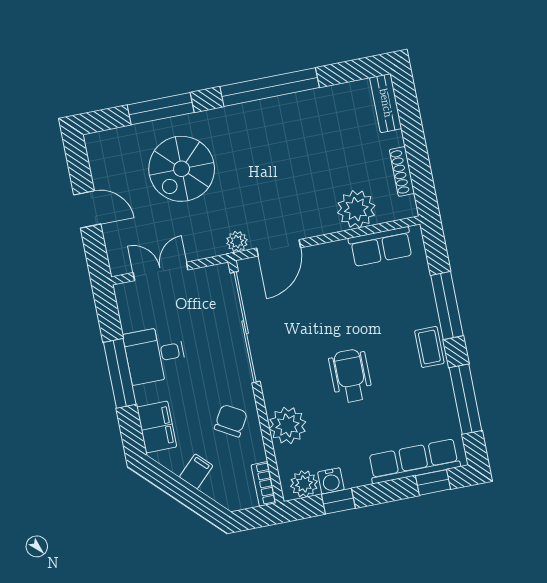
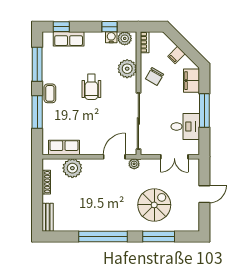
door: (87, 209) -> (204, 194), swing flipped
desk: (155, 355) -> (185, 127), moved
row of seats: (414, 461) -> (69, 39), width x0.68

